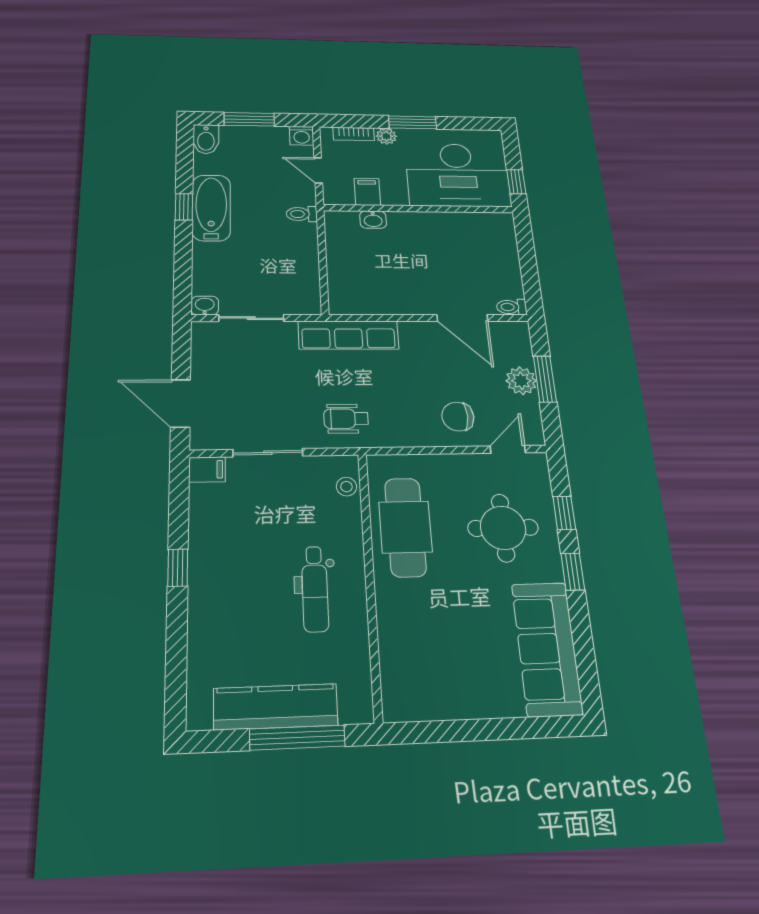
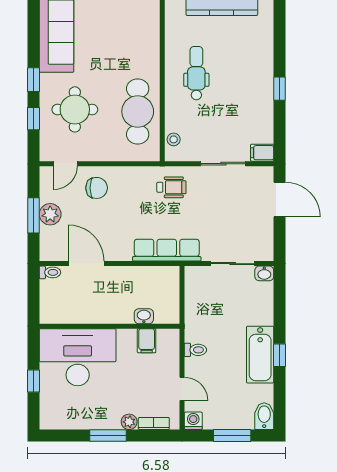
desk: (458, 175) -> (78, 357), moved
filing cabinet: (367, 192) -> (147, 341), moved
wall: (419, 209) -> (109, 326), moved
washbasin: (373, 220) -> (144, 316), moved

